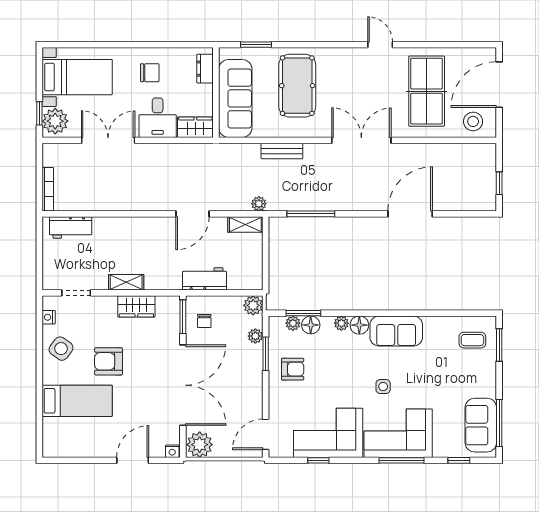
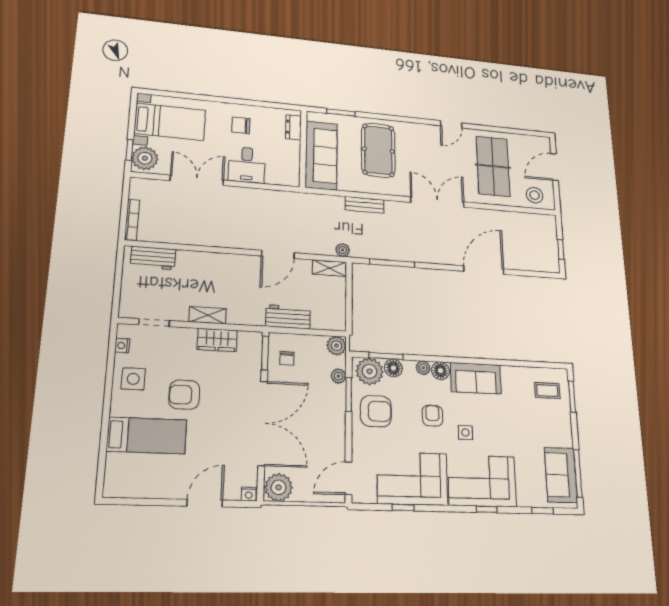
door: (380, 45) -> (451, 124), swing flipped
chair: (150, 73) -> (241, 125), turned 180
door: (499, 85) -> (554, 167), width x0.73
wardrobe: (195, 127) -> (283, 177), removed
plant: (293, 323) -> (370, 371), width x1.87, depth x1.87
side table: (61, 349) -> (133, 379), turned -36
armchair: (293, 369) -> (376, 411), width x1.38, depth x1.38
armchair: (350, 371) -> (432, 416), added
window: (402, 460) -> (487, 509), width x0.46

